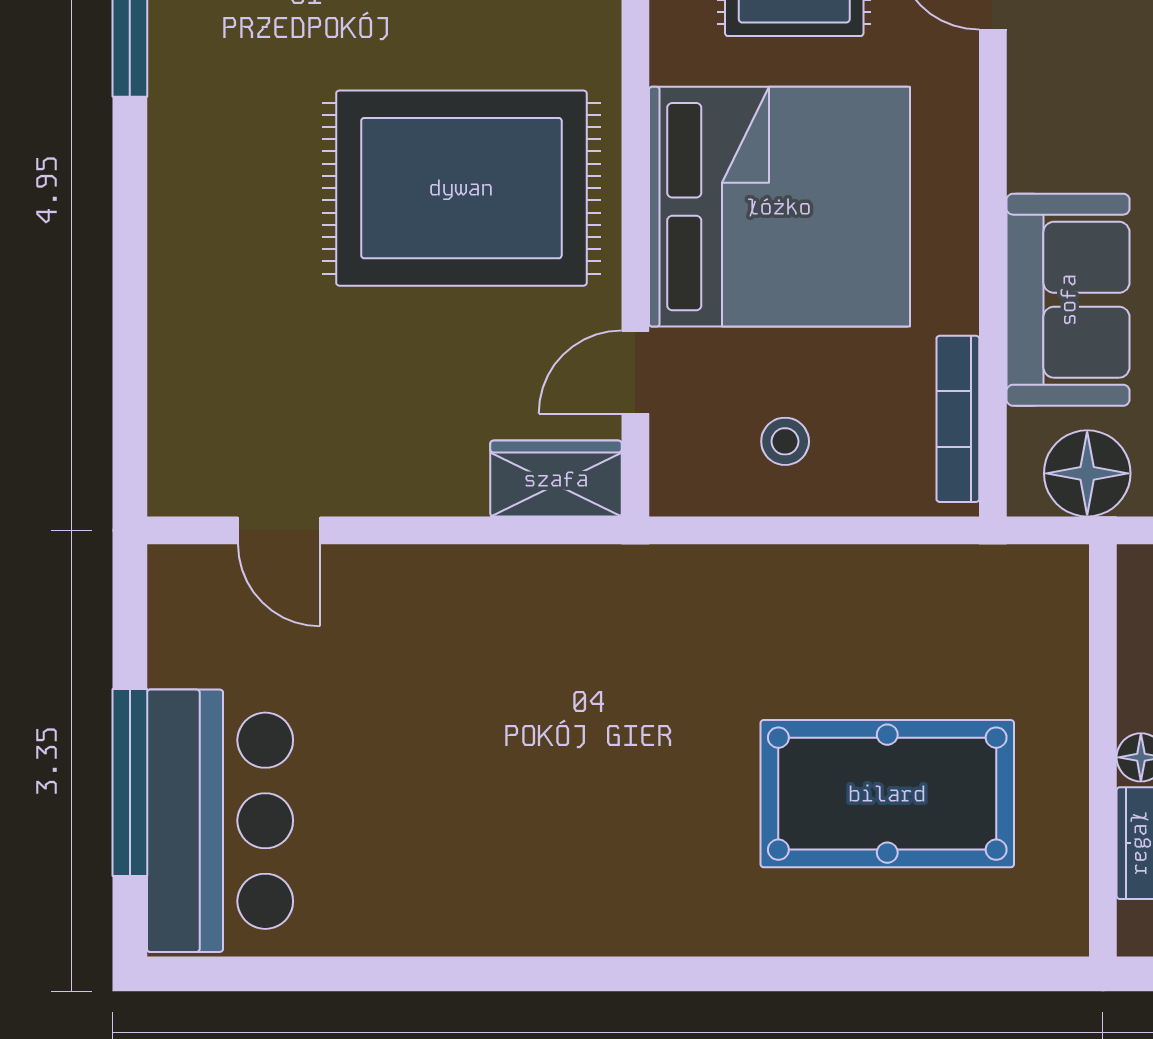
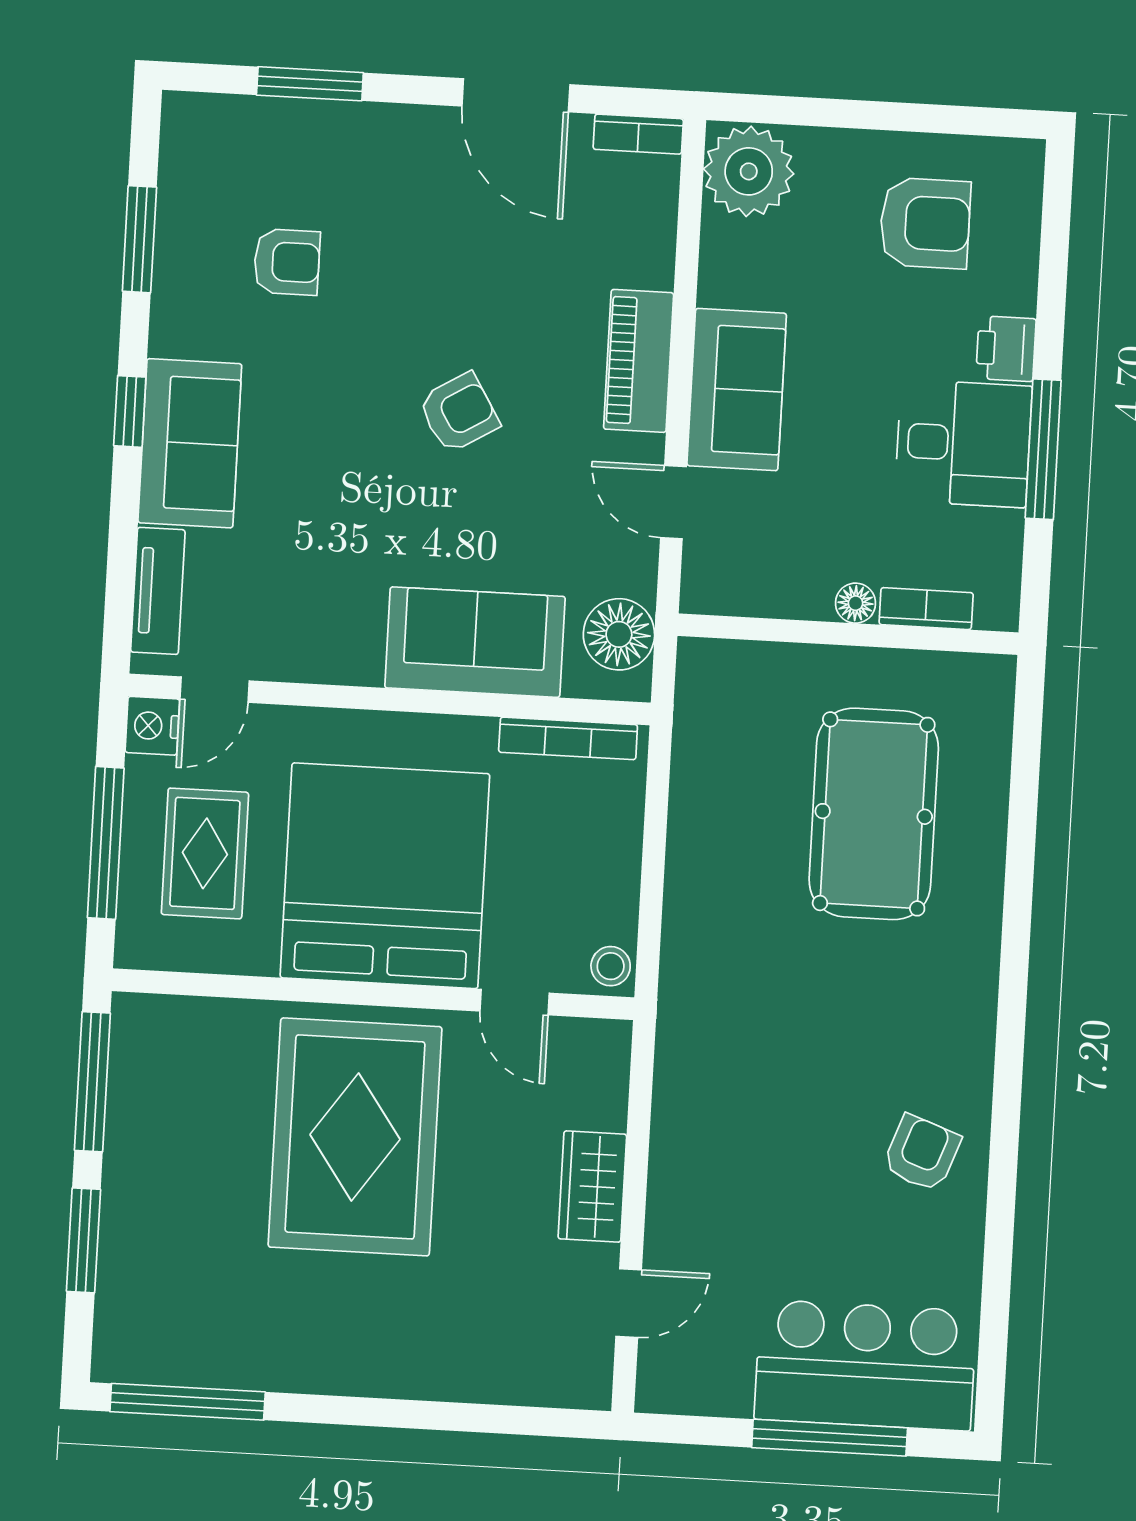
stool: (785, 441) -> (611, 966), moved
wardrobe: (556, 479) -> (592, 1187), moved
armchair: (480, 874) -> (922, 1153), added

